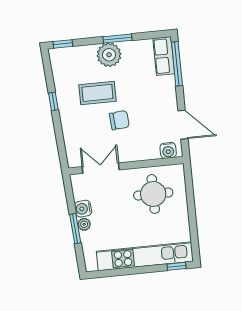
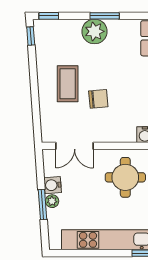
coffee table: (97, 93) -> (68, 84), moved, turned 90
window: (53, 101) -> (31, 36), moved
double door: (101, 168) -> (75, 146), swing flipped

